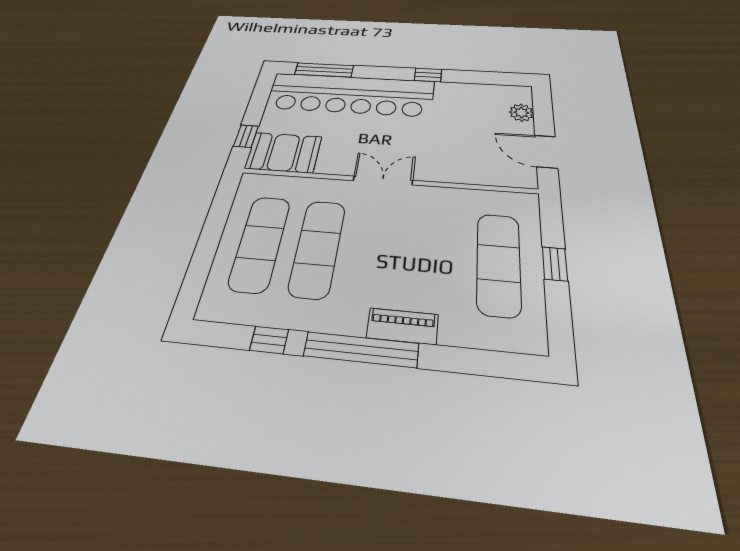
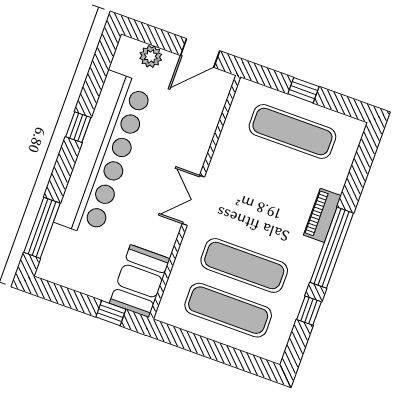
bar counter: (350, 94) -> (103, 154), moved

